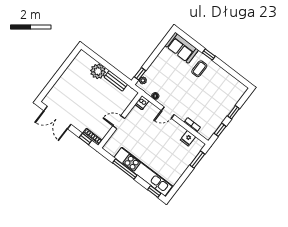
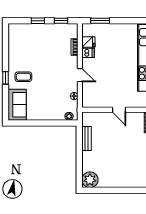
plant: (98, 71) -> (90, 180), moved
window: (140, 74) -> (65, 123), removed
dishwasher: (142, 103) -> (88, 53), moved

